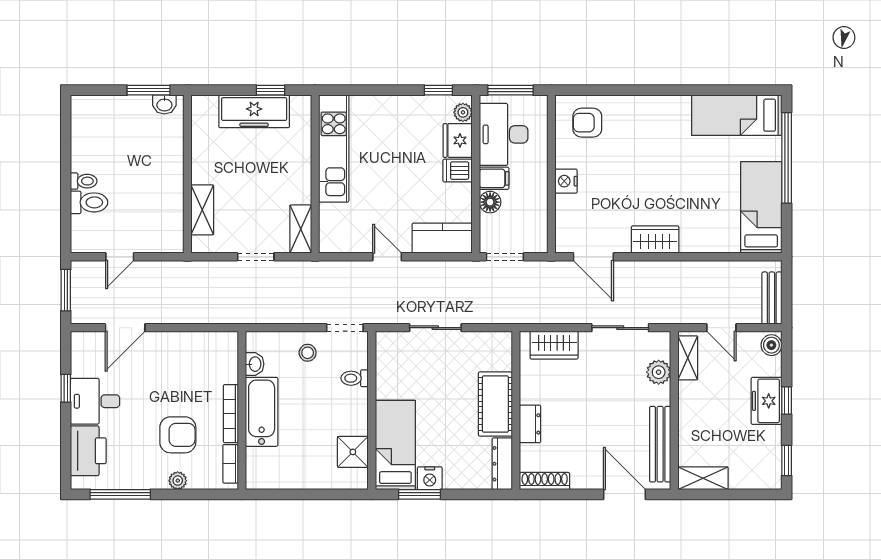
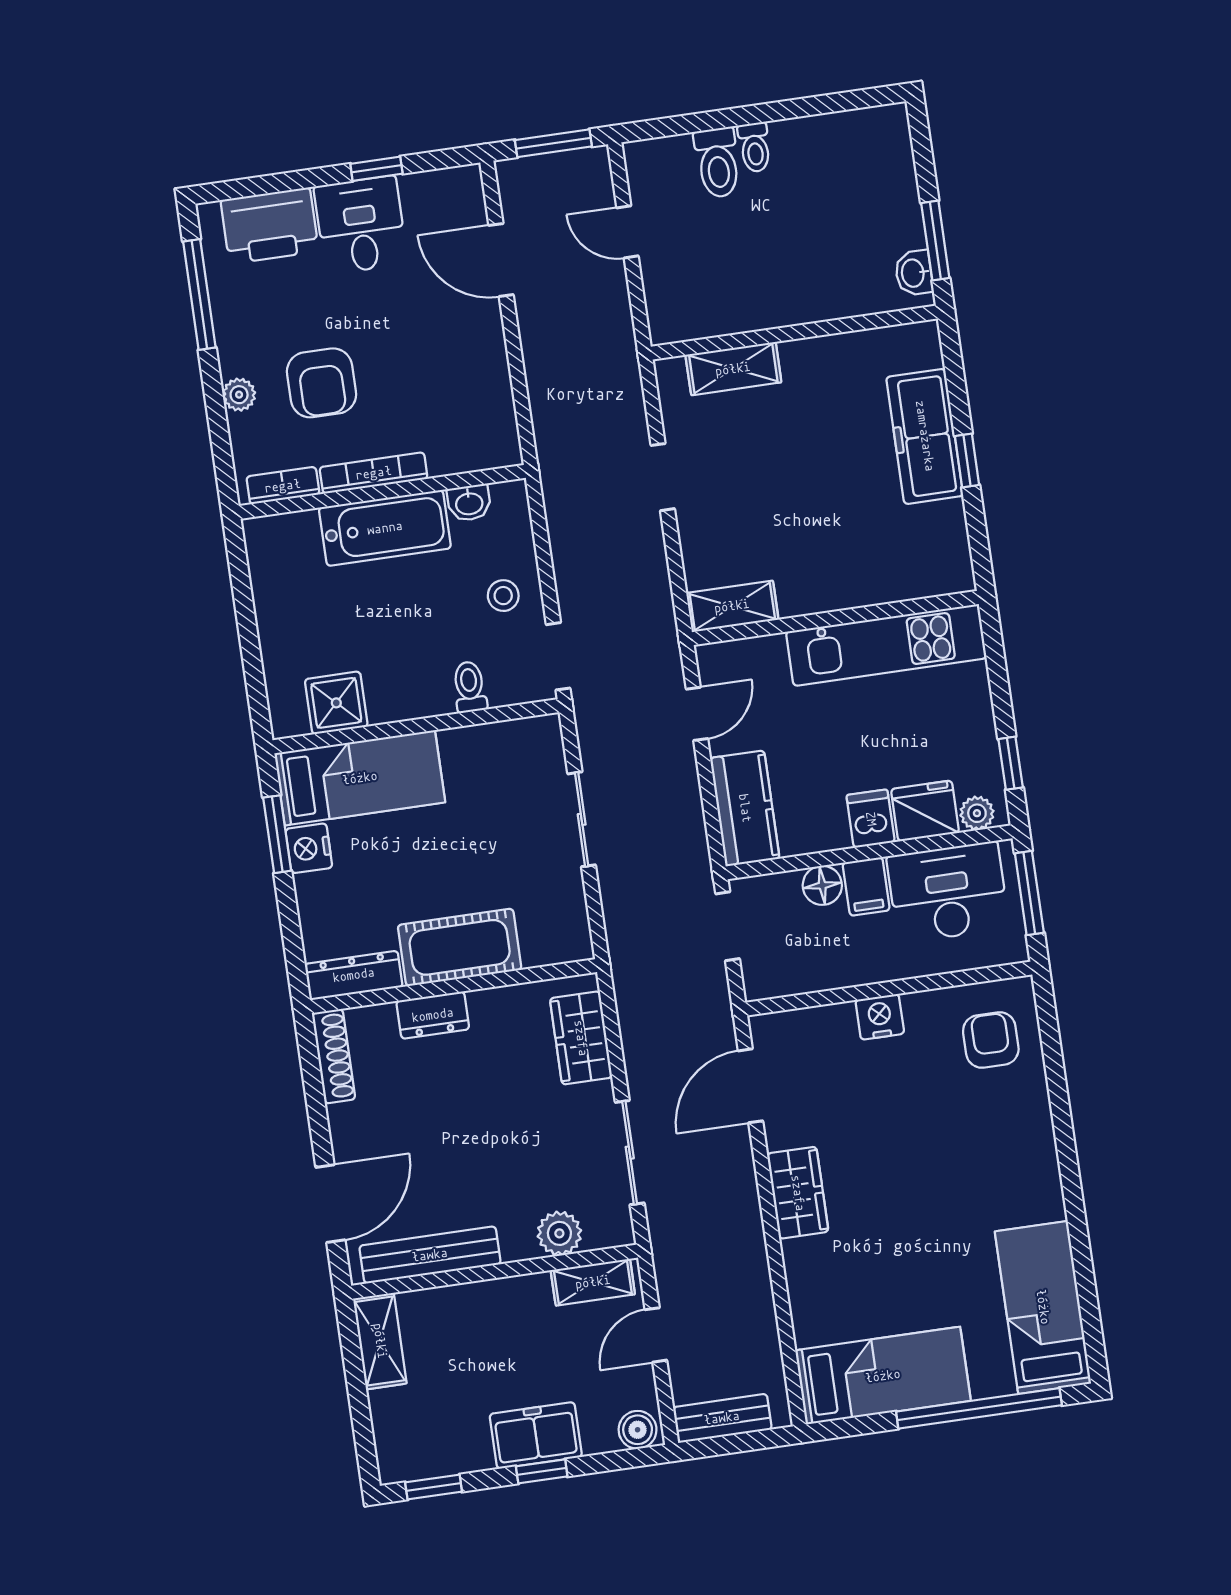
kitchen unit: (334, 148) -> (886, 645), moved
wall: (315, 174) -> (835, 618), moved
shelving: (301, 229) -> (732, 606), moved

